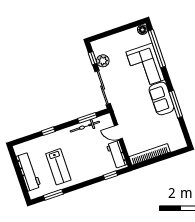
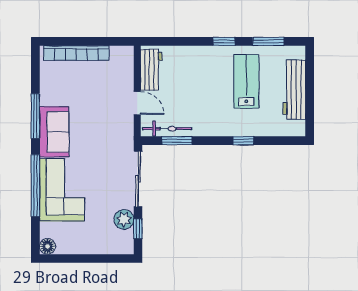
window: (157, 49) -> (35, 186), moved
bicycle: (85, 127) -> (167, 129), moved
bookcase: (150, 154) -> (76, 53), moved
window: (110, 175) -> (224, 41), moved

